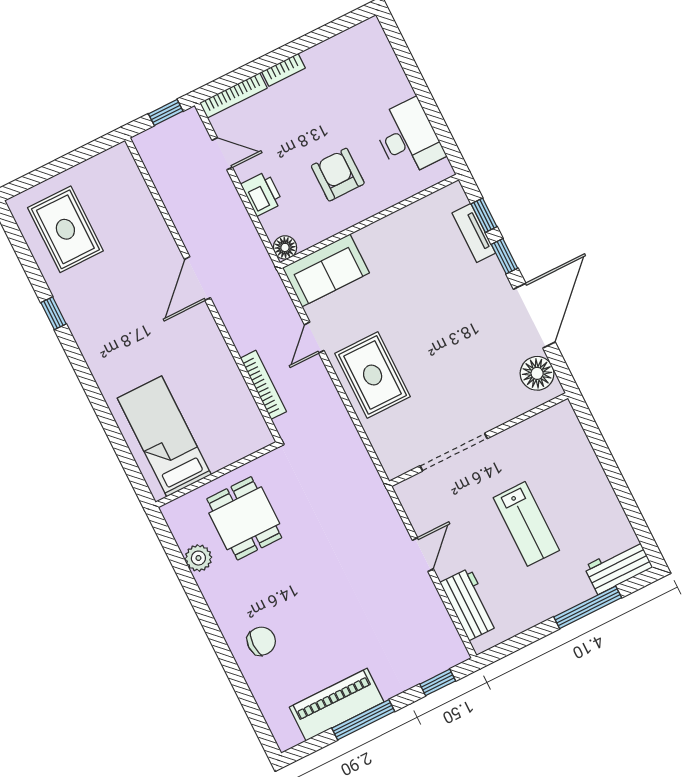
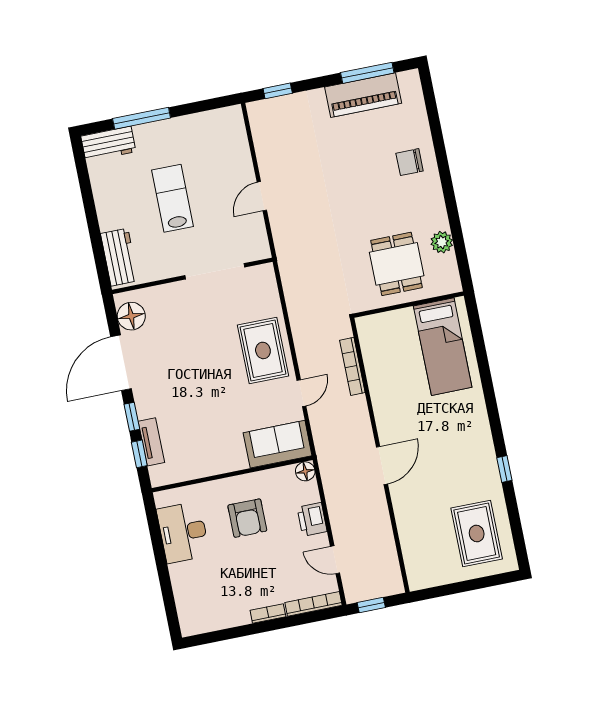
workbench: (469, 604) -> (119, 257), moved, turned 180
window: (363, 720) -> (367, 73), moved

